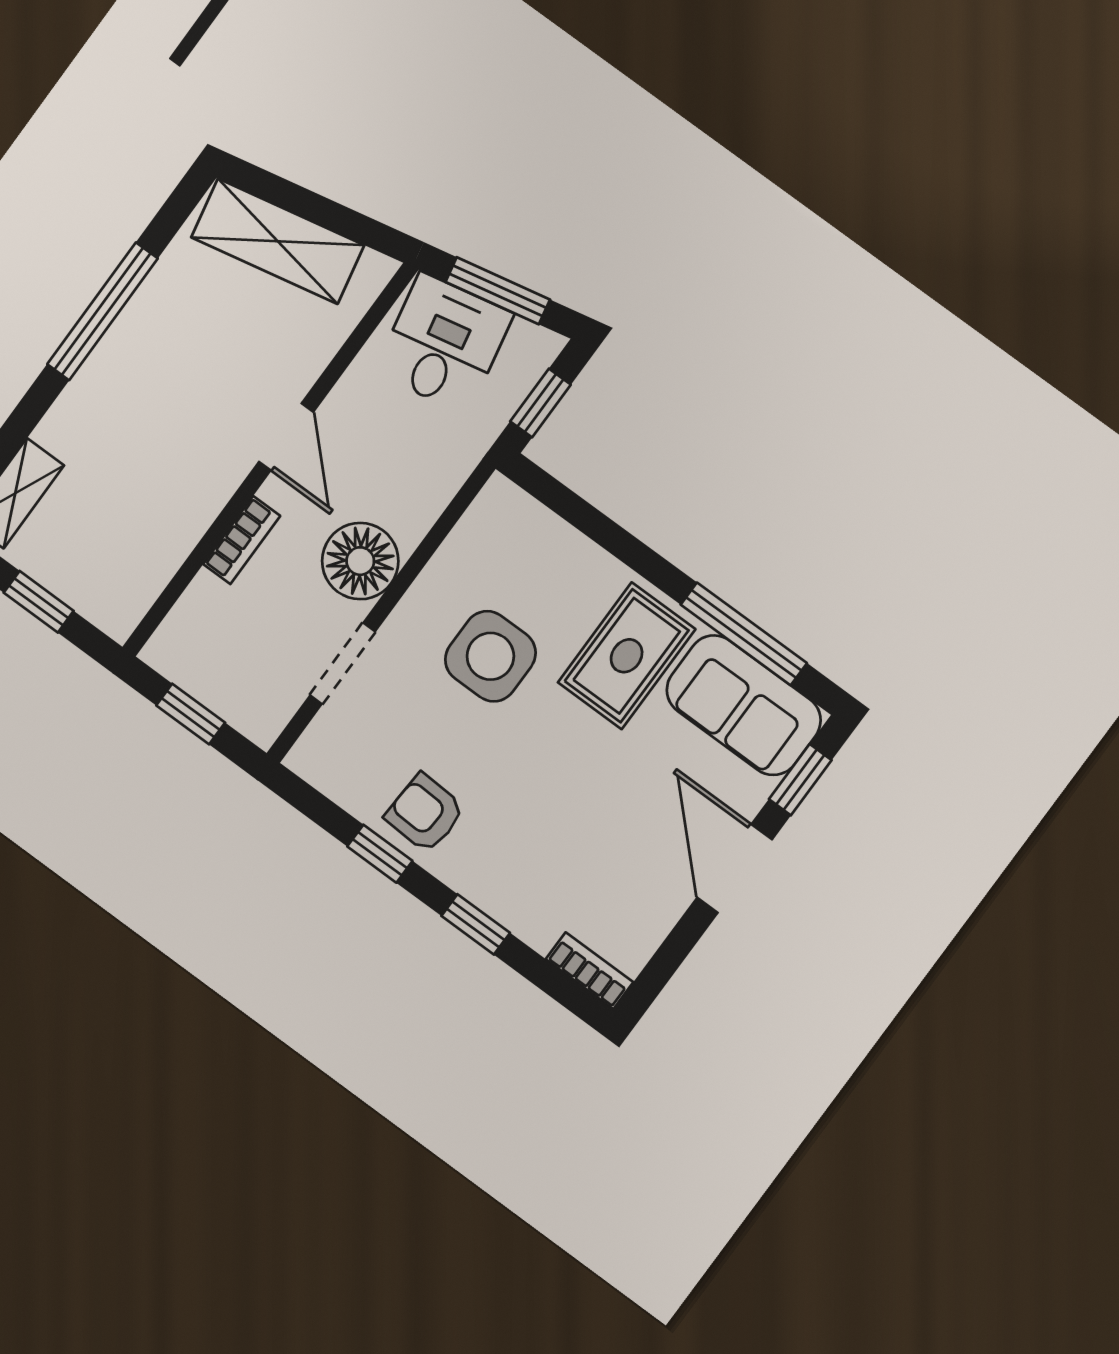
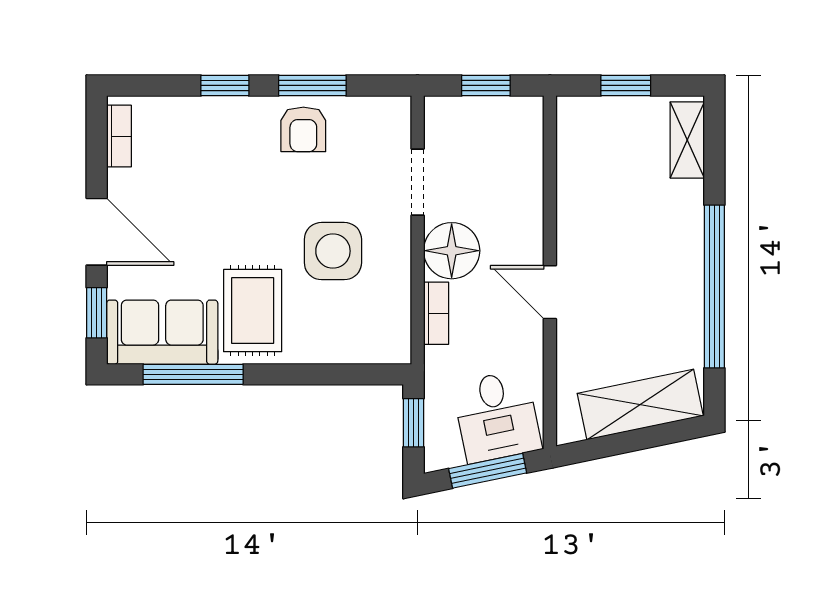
window: (102, 311) -> (714, 287), width x1.46
bookcase: (242, 540) -> (436, 313), moved, turned 180
armchair: (425, 813) -> (303, 129), turned 87
window: (380, 854) -> (312, 85), width x1.50
bookcase: (589, 971) -> (119, 136), moved, turned -90

